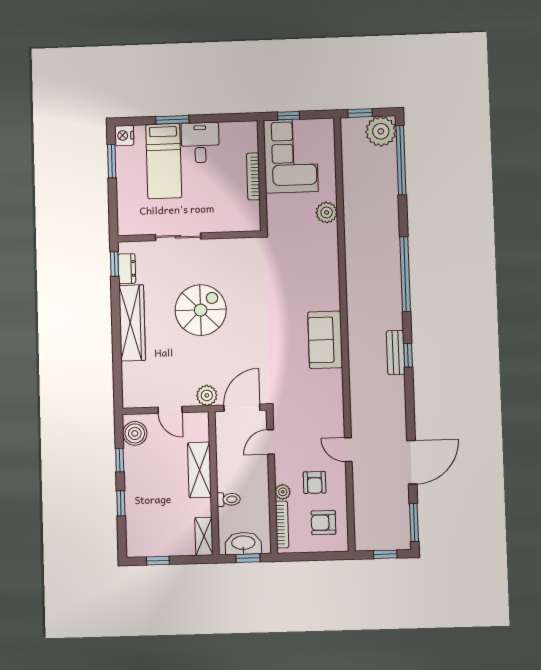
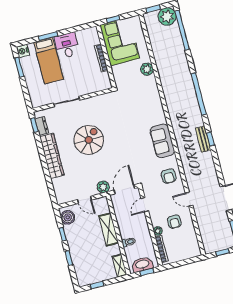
armchair: (323, 523) -> (169, 176), moved, turned -90

